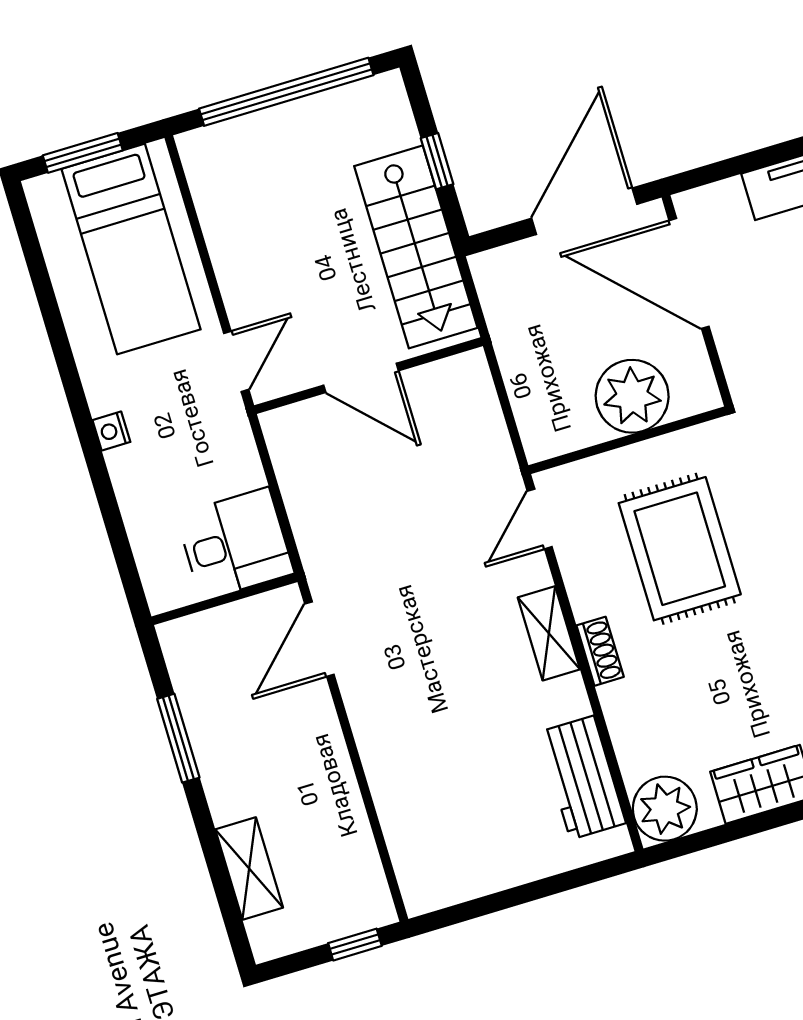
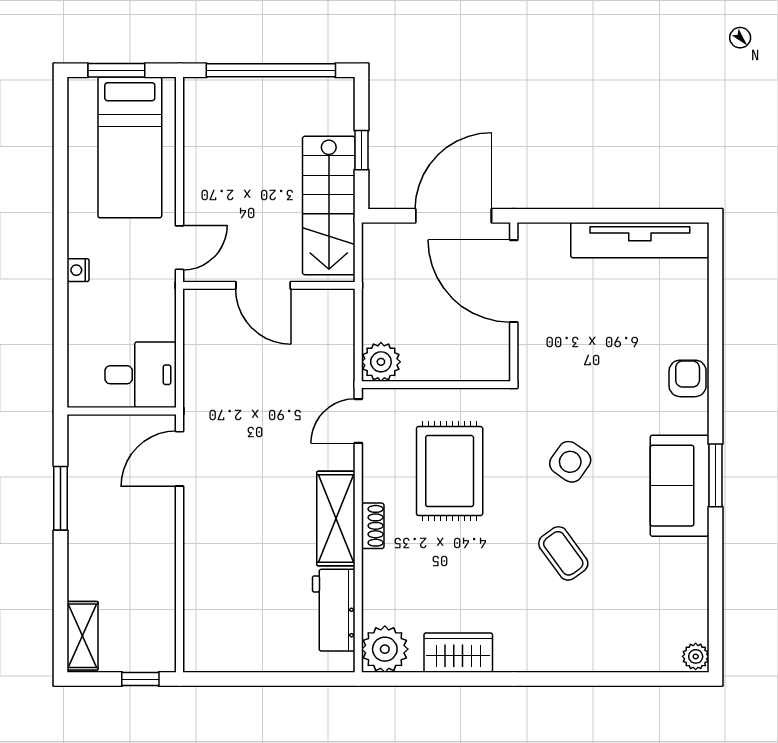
plant: (632, 396) -> (381, 362), moved, width x0.73, depth x0.73
shelving: (549, 633) -> (336, 519), width x1.50, depth x1.33
shelving: (249, 869) -> (83, 636), moved

